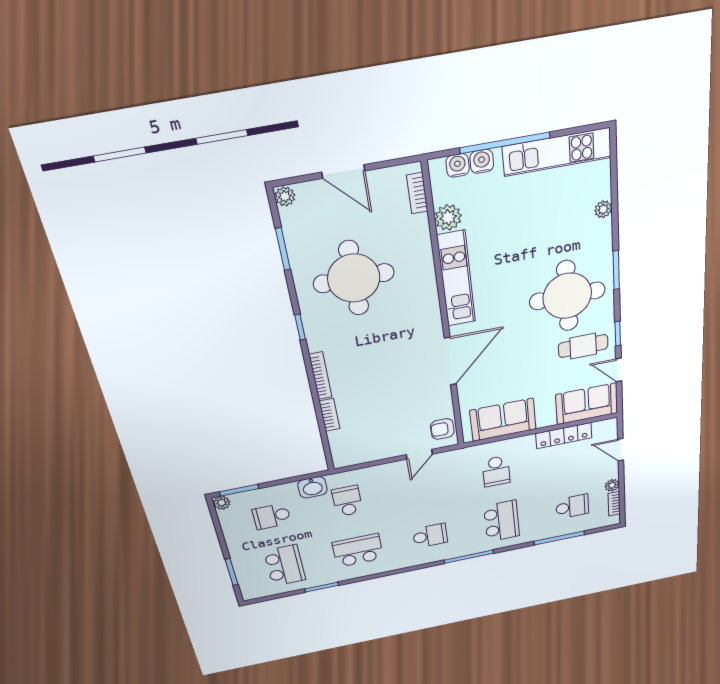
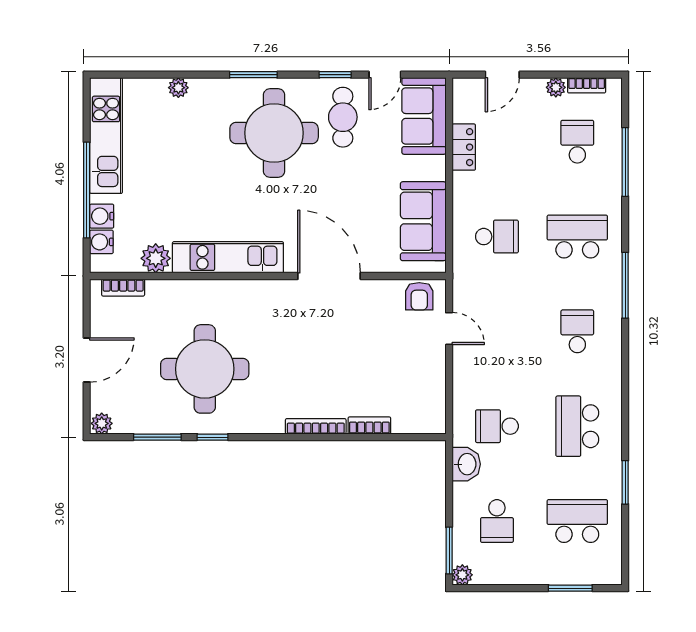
window: (300, 327) -> (213, 437), moved
locker: (564, 436) -> (464, 147), width x0.66

